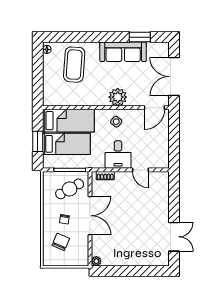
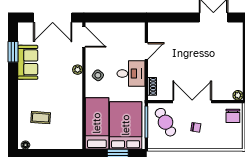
sofa: (123, 52) -> (28, 62), width x0.73
coffee table: (74, 65) -> (41, 118), width x0.54, depth x0.58
plant: (118, 97) -> (78, 70), width x0.53, depth x0.53
bed: (66, 144) -> (126, 125), width x1.50
chair: (61, 242) -> (233, 116), moved, turned -113

